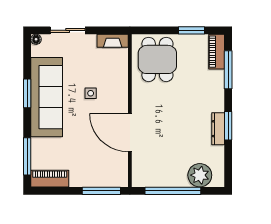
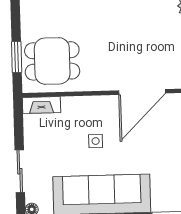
window: (191, 30) -> (17, 57), moved
fireplace: (113, 41) -> (41, 105), moved, turned 90

